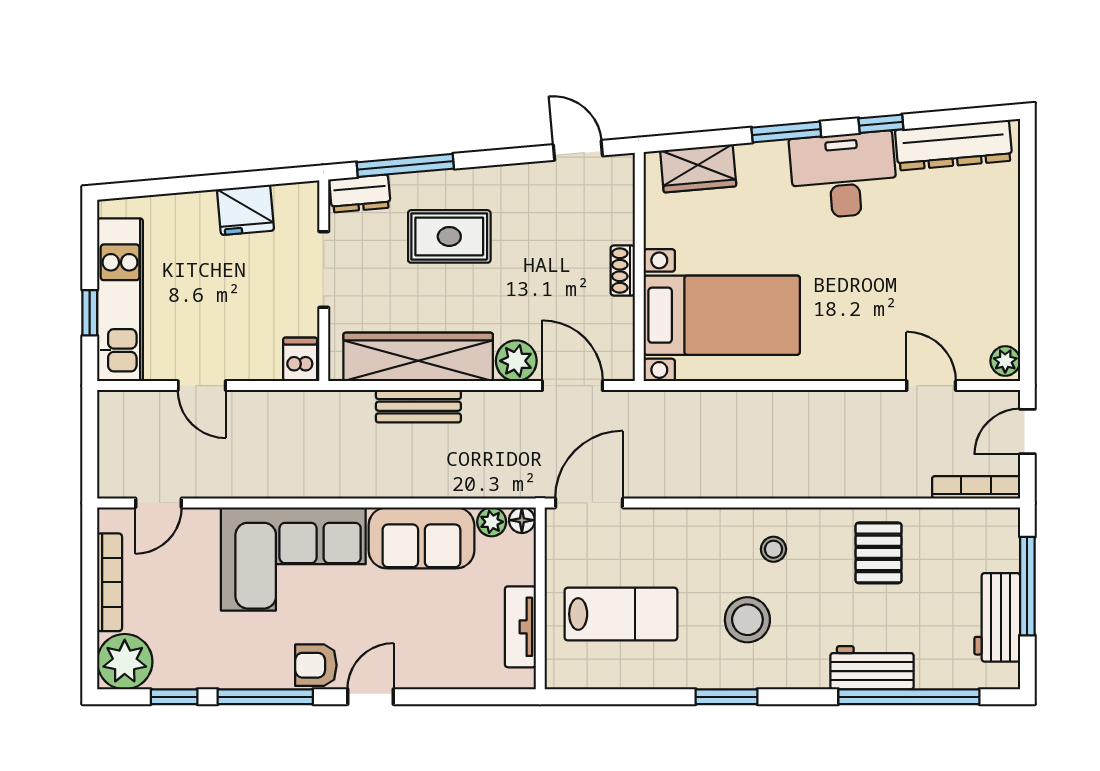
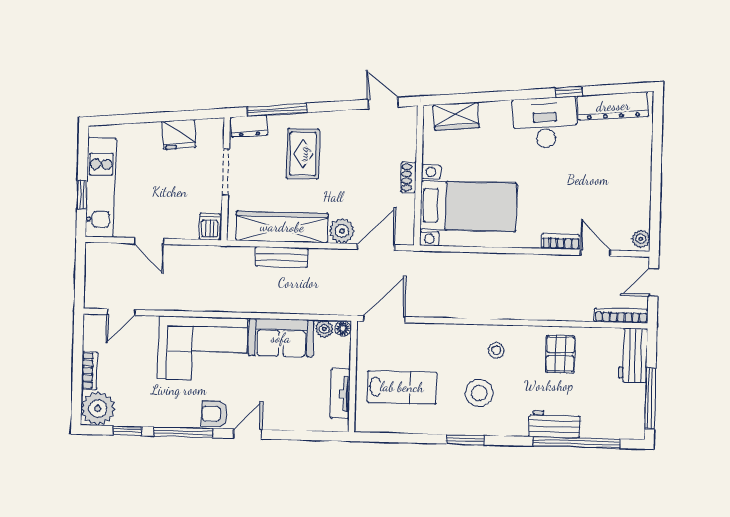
window: (786, 132) -> (511, 95), removed
rug: (449, 236) -> (303, 154), turned 90
bookcase: (874, 369) -> (561, 242), added
door: (572, 386) -> (376, 247), hinge flipped
bookcase: (110, 582) -> (89, 371), width x0.64
window: (1027, 586) -> (650, 398), moved
workbench: (997, 617) -> (633, 355), moved

